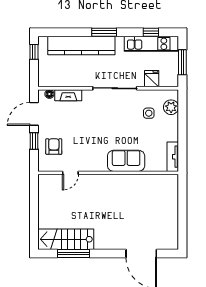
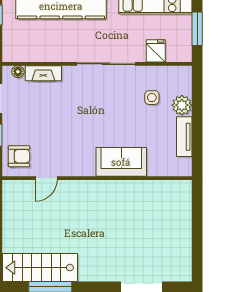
plant: (171, 107) -> (182, 105), moved
armchair: (54, 147) -> (19, 156), moved, turned 90
tv unit: (173, 157) -> (184, 137), moved

